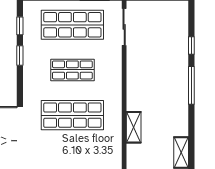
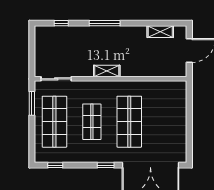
window: (191, 45) -> (61, 23), moved
window: (20, 55) -> (106, 165), moved
shelving: (134, 127) -> (107, 71), moved

